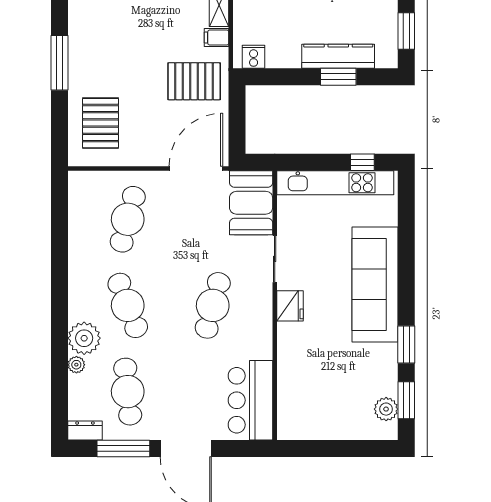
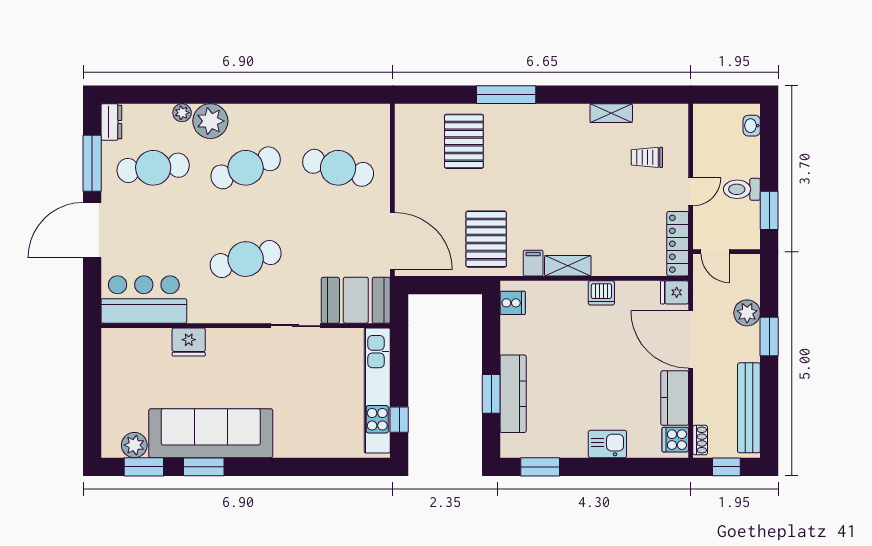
pallet: (100, 123) -> (464, 141), moved, turned 90
sofa: (375, 284) -> (211, 433), moved
cafe table: (213, 305) -> (246, 259), turned -30
fridge: (290, 306) -> (189, 342), moved

